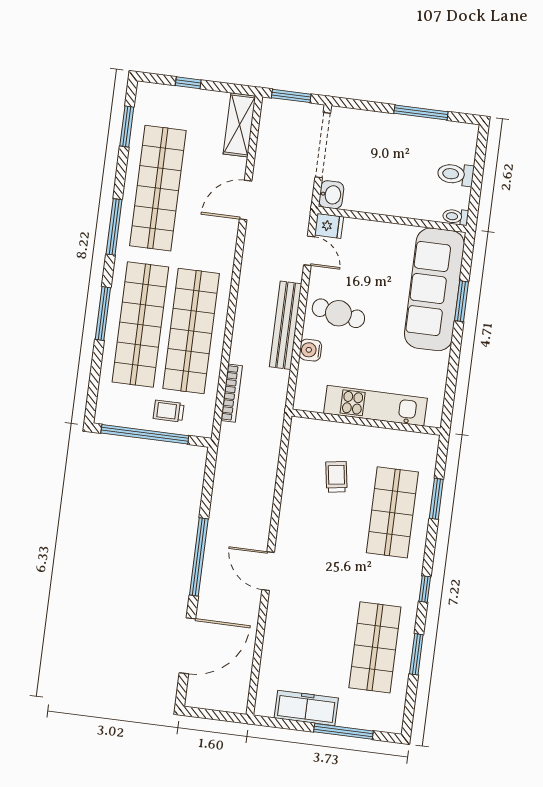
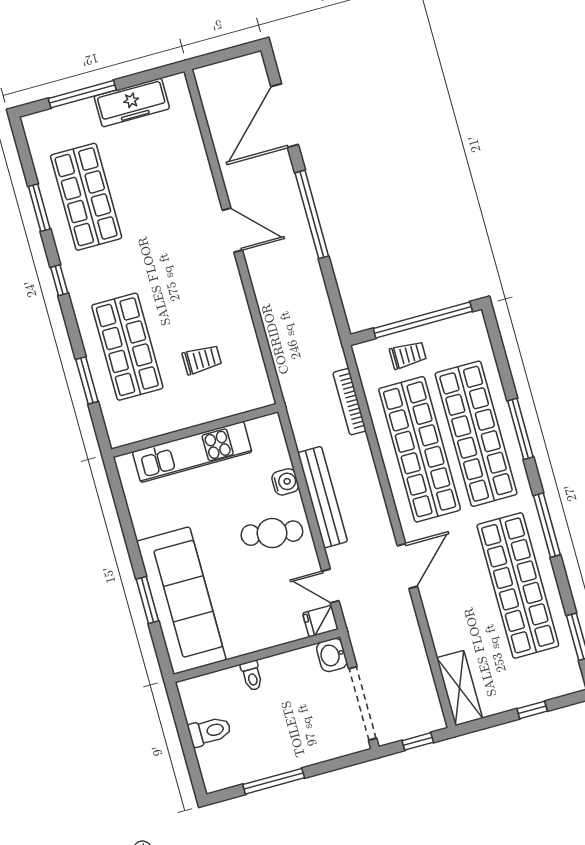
window: (291, 96) -> (418, 741), width x0.67
door: (246, 200) -> (407, 566), moved
toilet: (455, 217) -> (252, 676), moved, turned 90
trolley: (336, 477) -> (202, 359), turned -81

